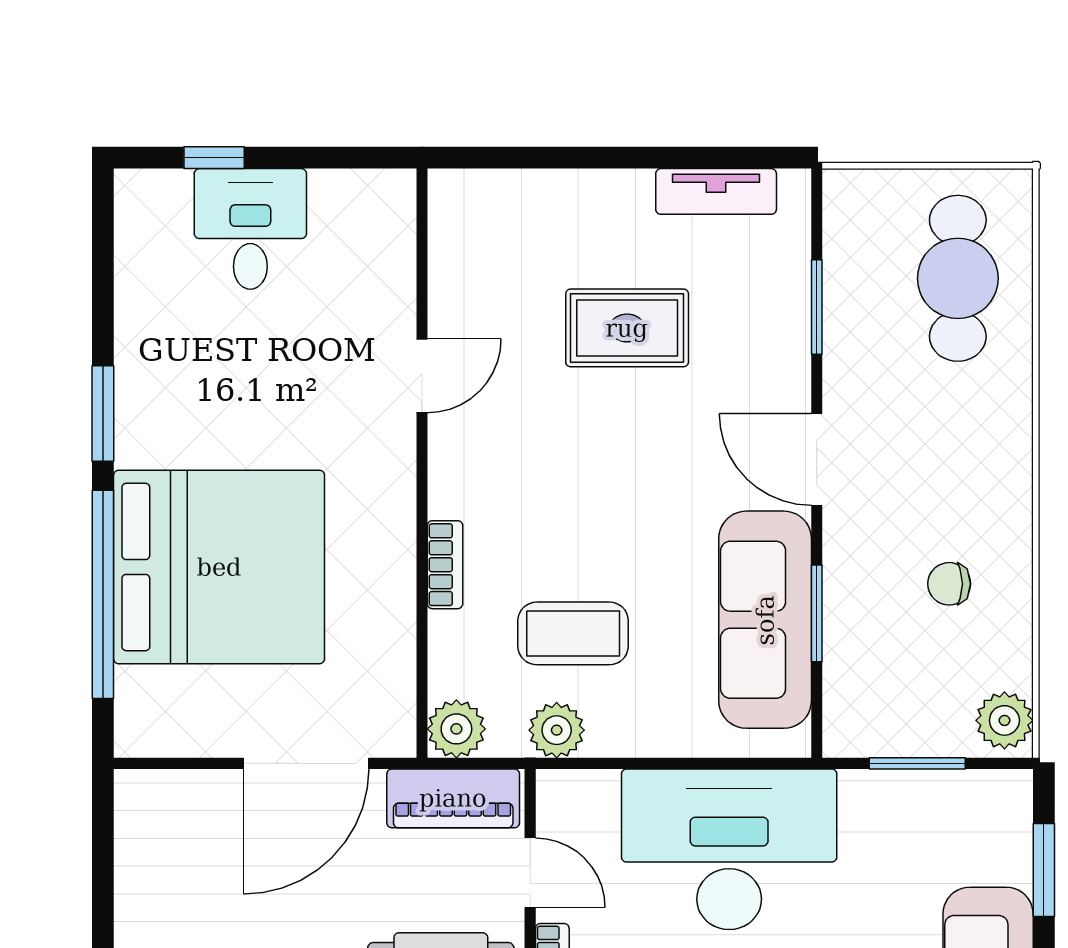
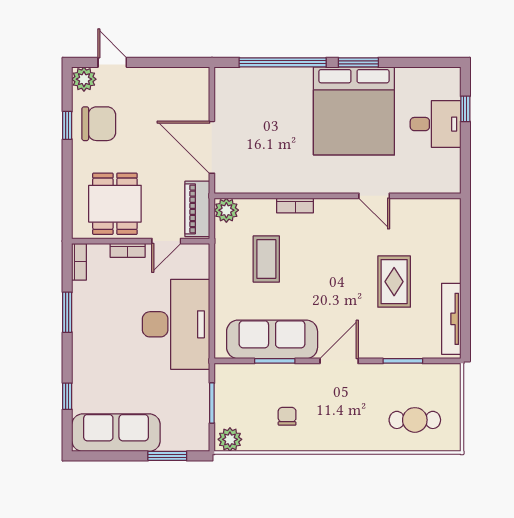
tv unit: (716, 191) -> (451, 319), width x1.41
cafe table: (958, 278) -> (415, 420), width x0.73, depth x0.74
bed: (219, 567) -> (354, 111), moved
plant: (557, 730) -> (226, 252), removed

